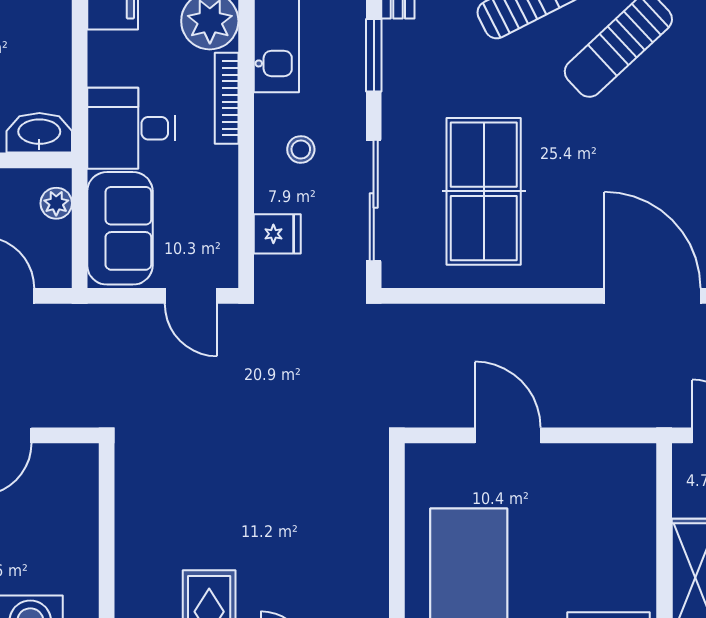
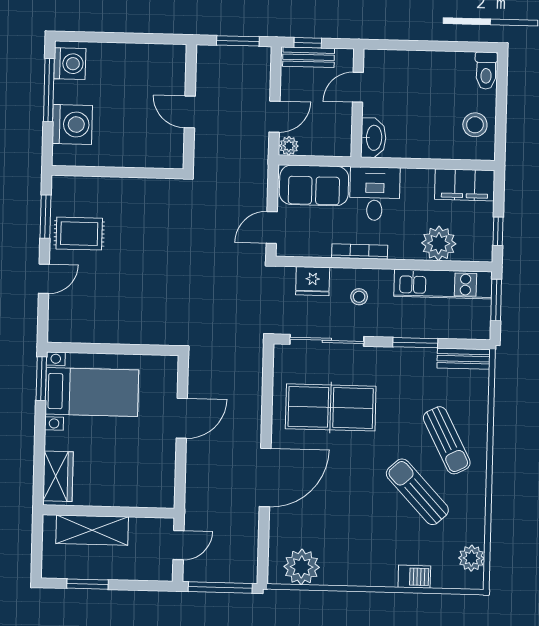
bookcase: (227, 98) -> (360, 252), moved
plant: (56, 203) -> (289, 146), moved
fridge: (277, 234) -> (313, 281), width x1.38
door: (652, 296) -> (265, 478), moved

